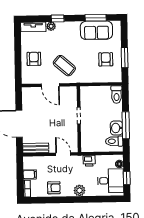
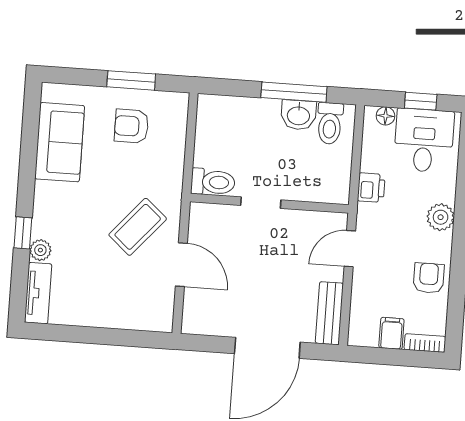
window: (96, 18) -> (29, 141), removed
armchair: (34, 59) -> (115, 299), removed
door: (50, 85) -> (181, 265), hinge flipped
toilet: (117, 95) -> (213, 182), moved

